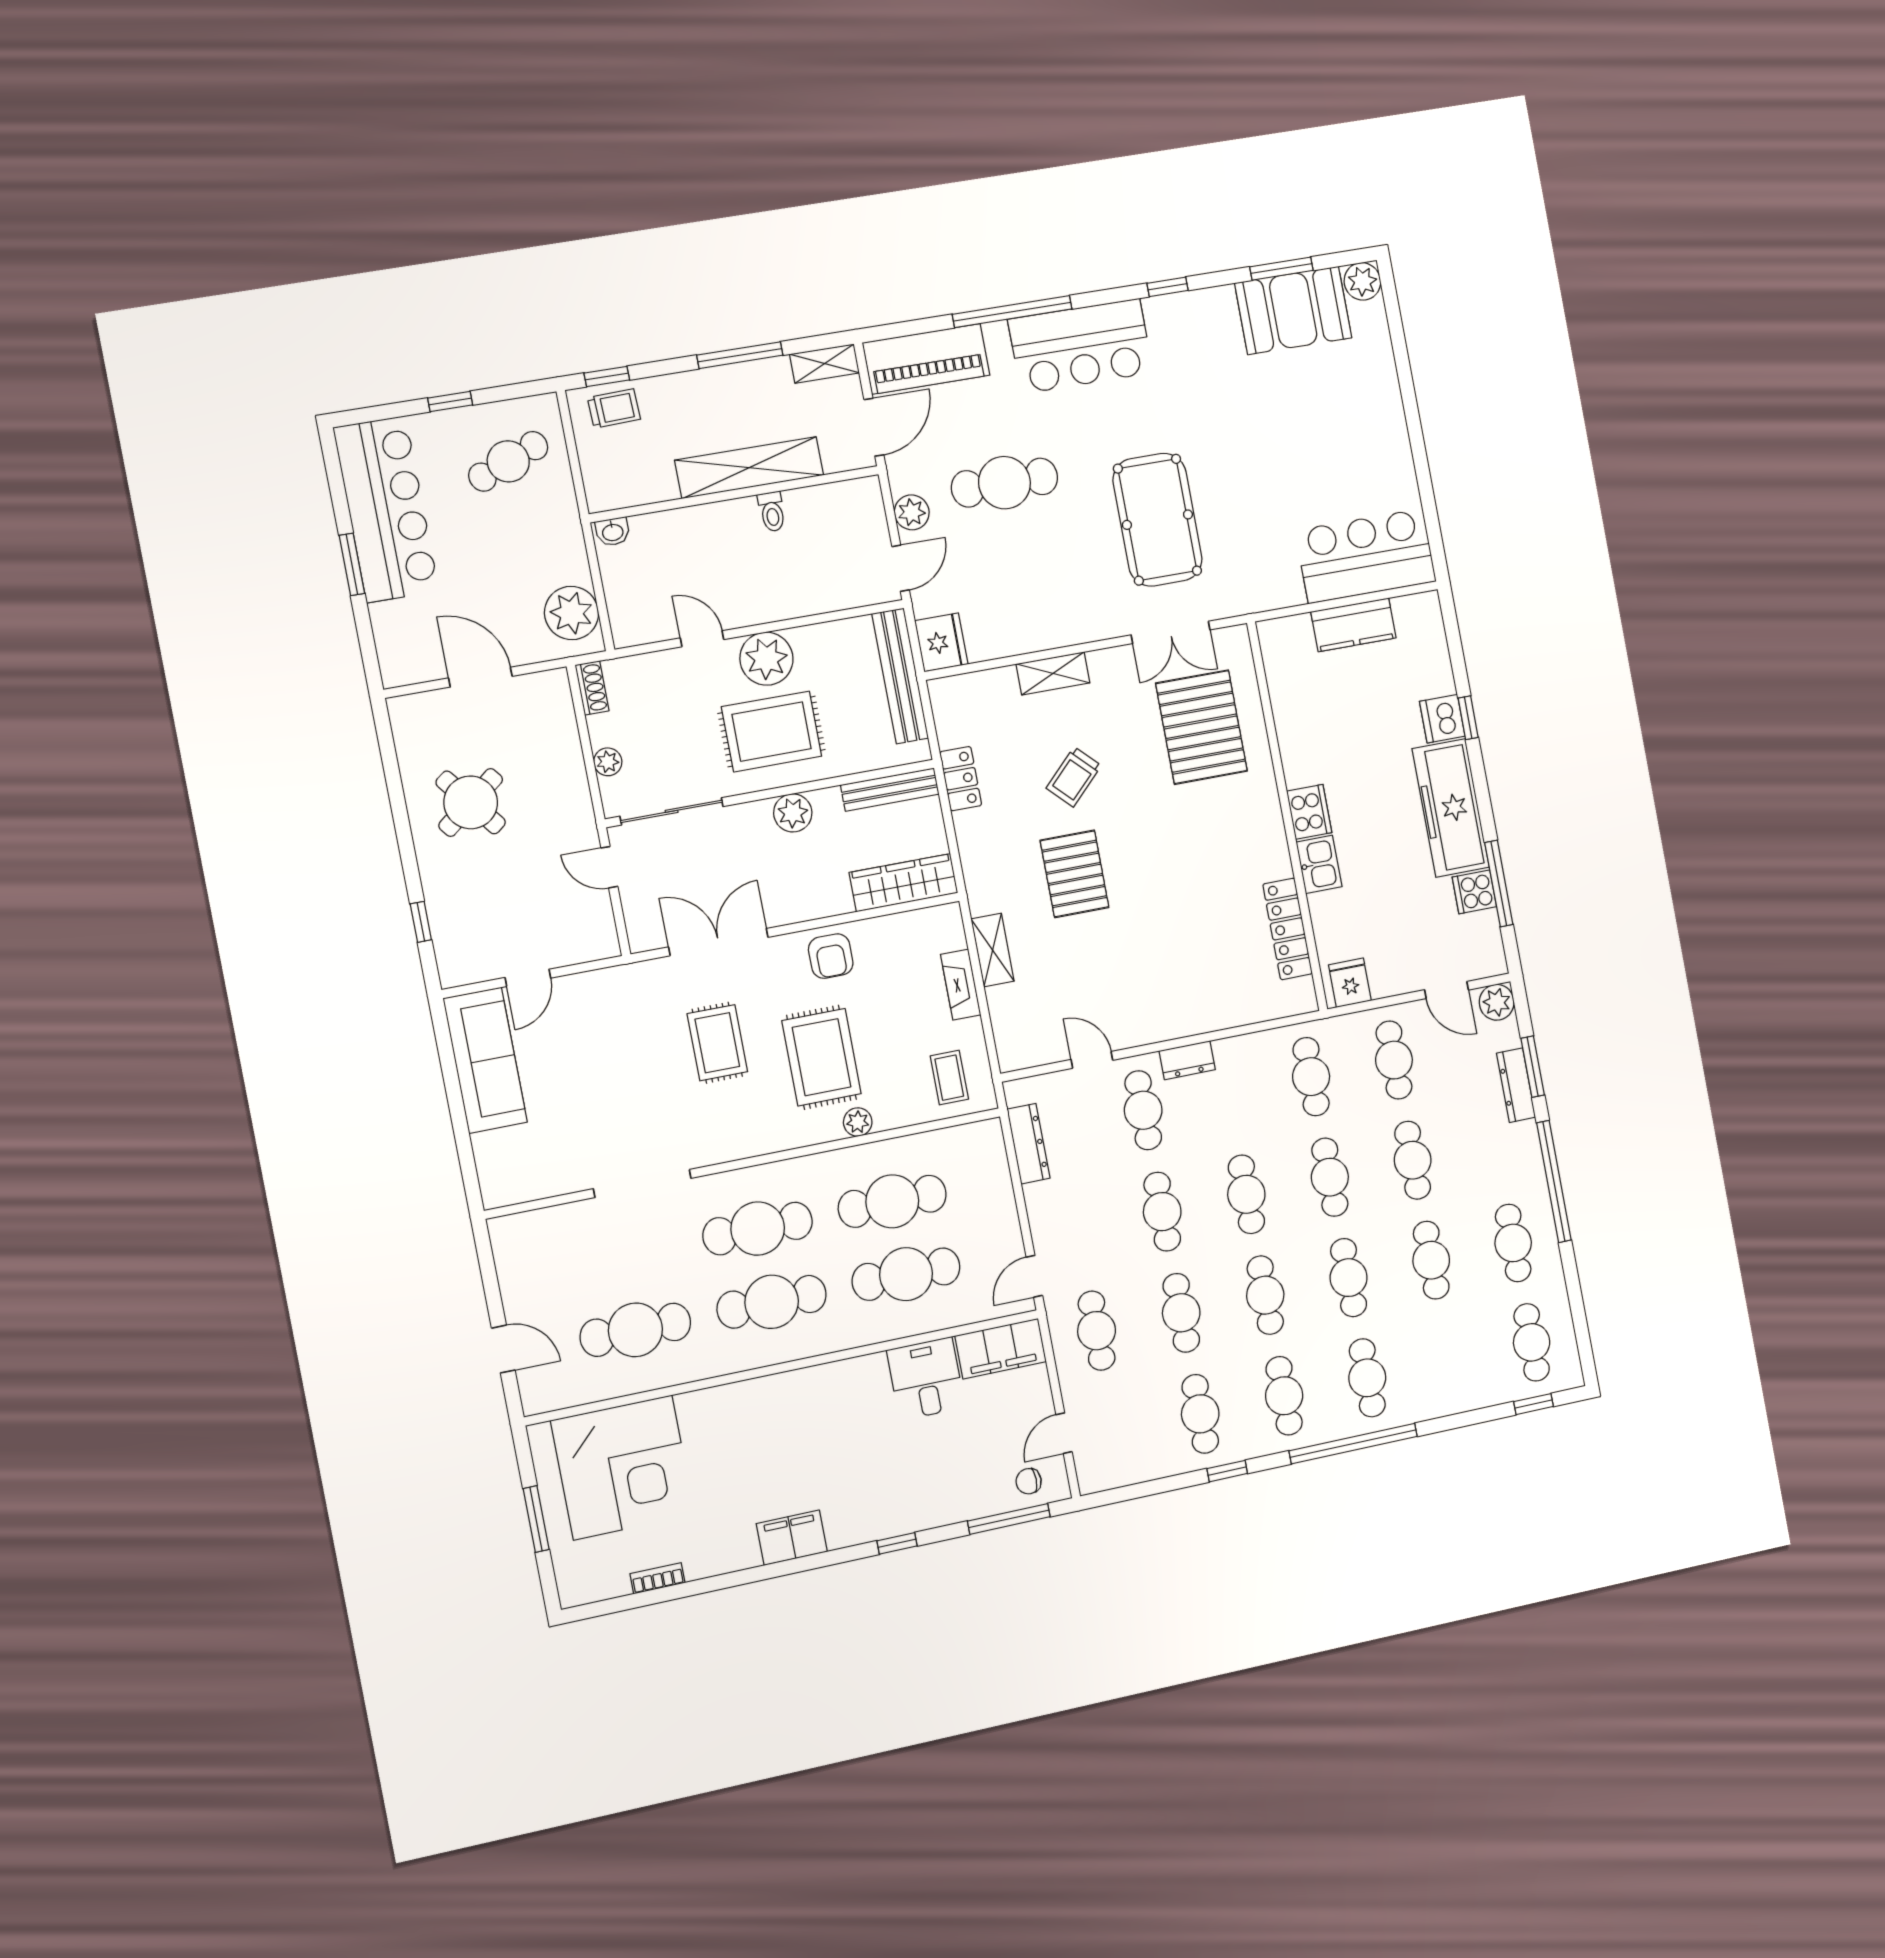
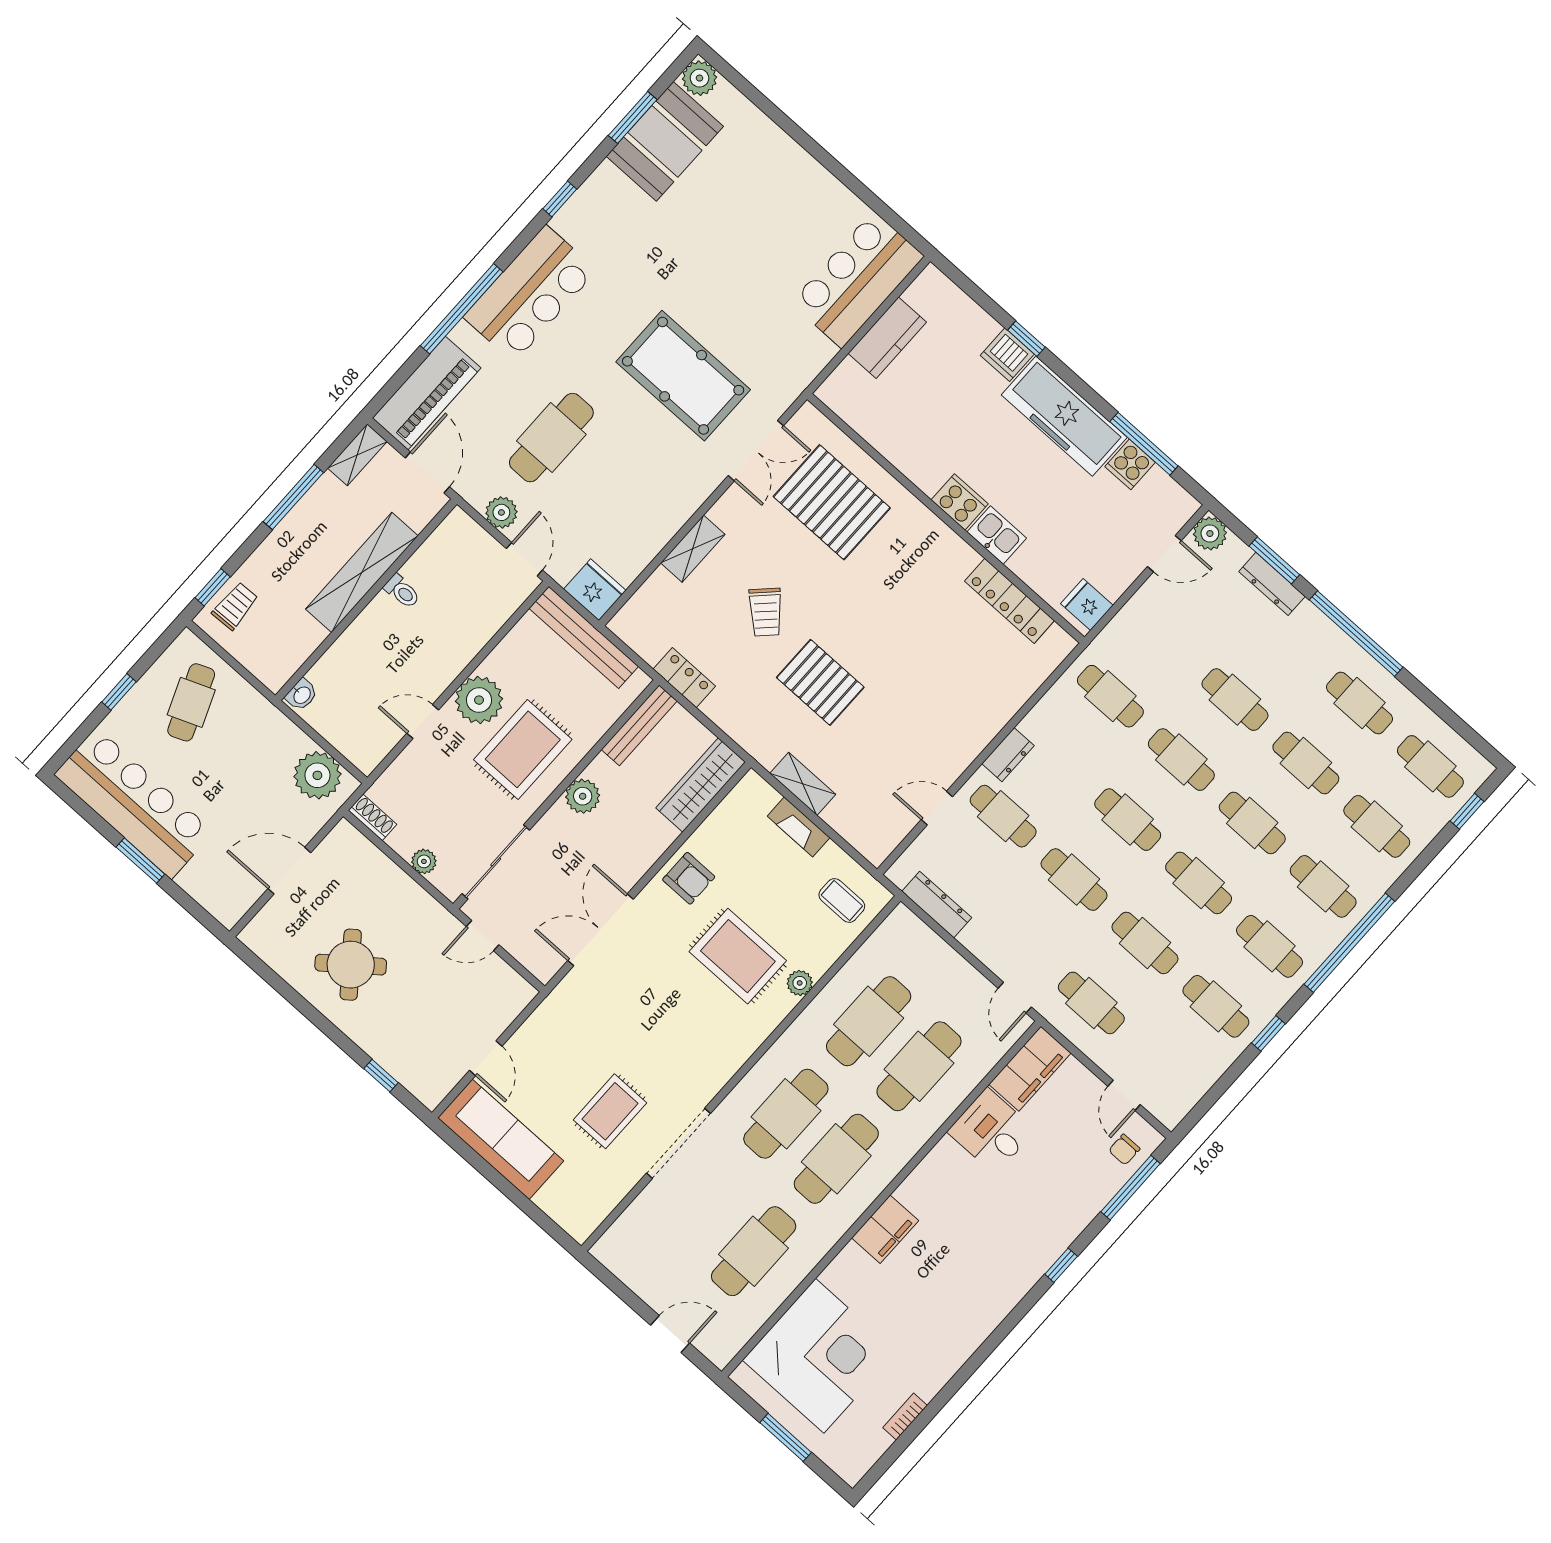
rug: (717, 1043) -> (610, 1111), moved, turned 90
cafe table: (1394, 1060) -> (1377, 826), moved
filing cabinet: (792, 1538) -> (885, 1229), moved, turned 180

